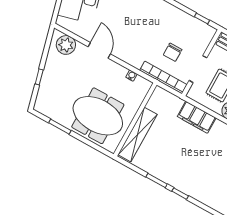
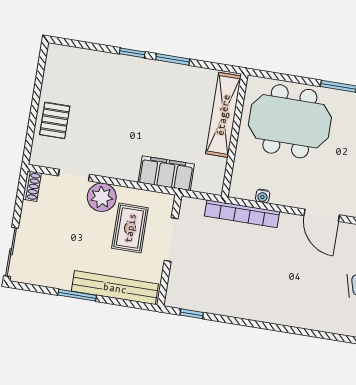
chair: (173, 52) -> (216, 251), removed
bookcase: (163, 77) -> (242, 214), moved
filing cabinet: (197, 117) -> (166, 173), moved

